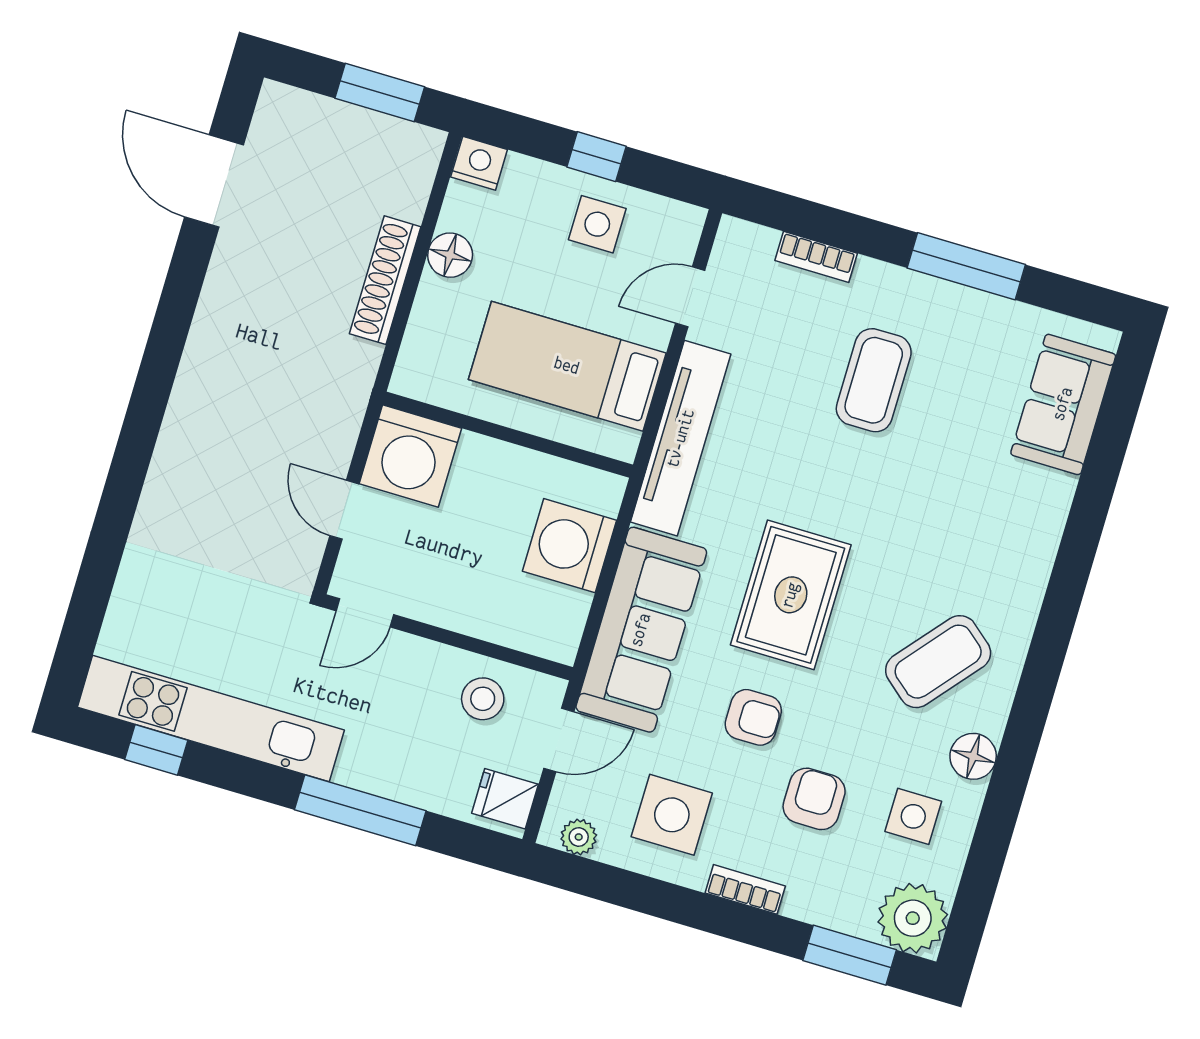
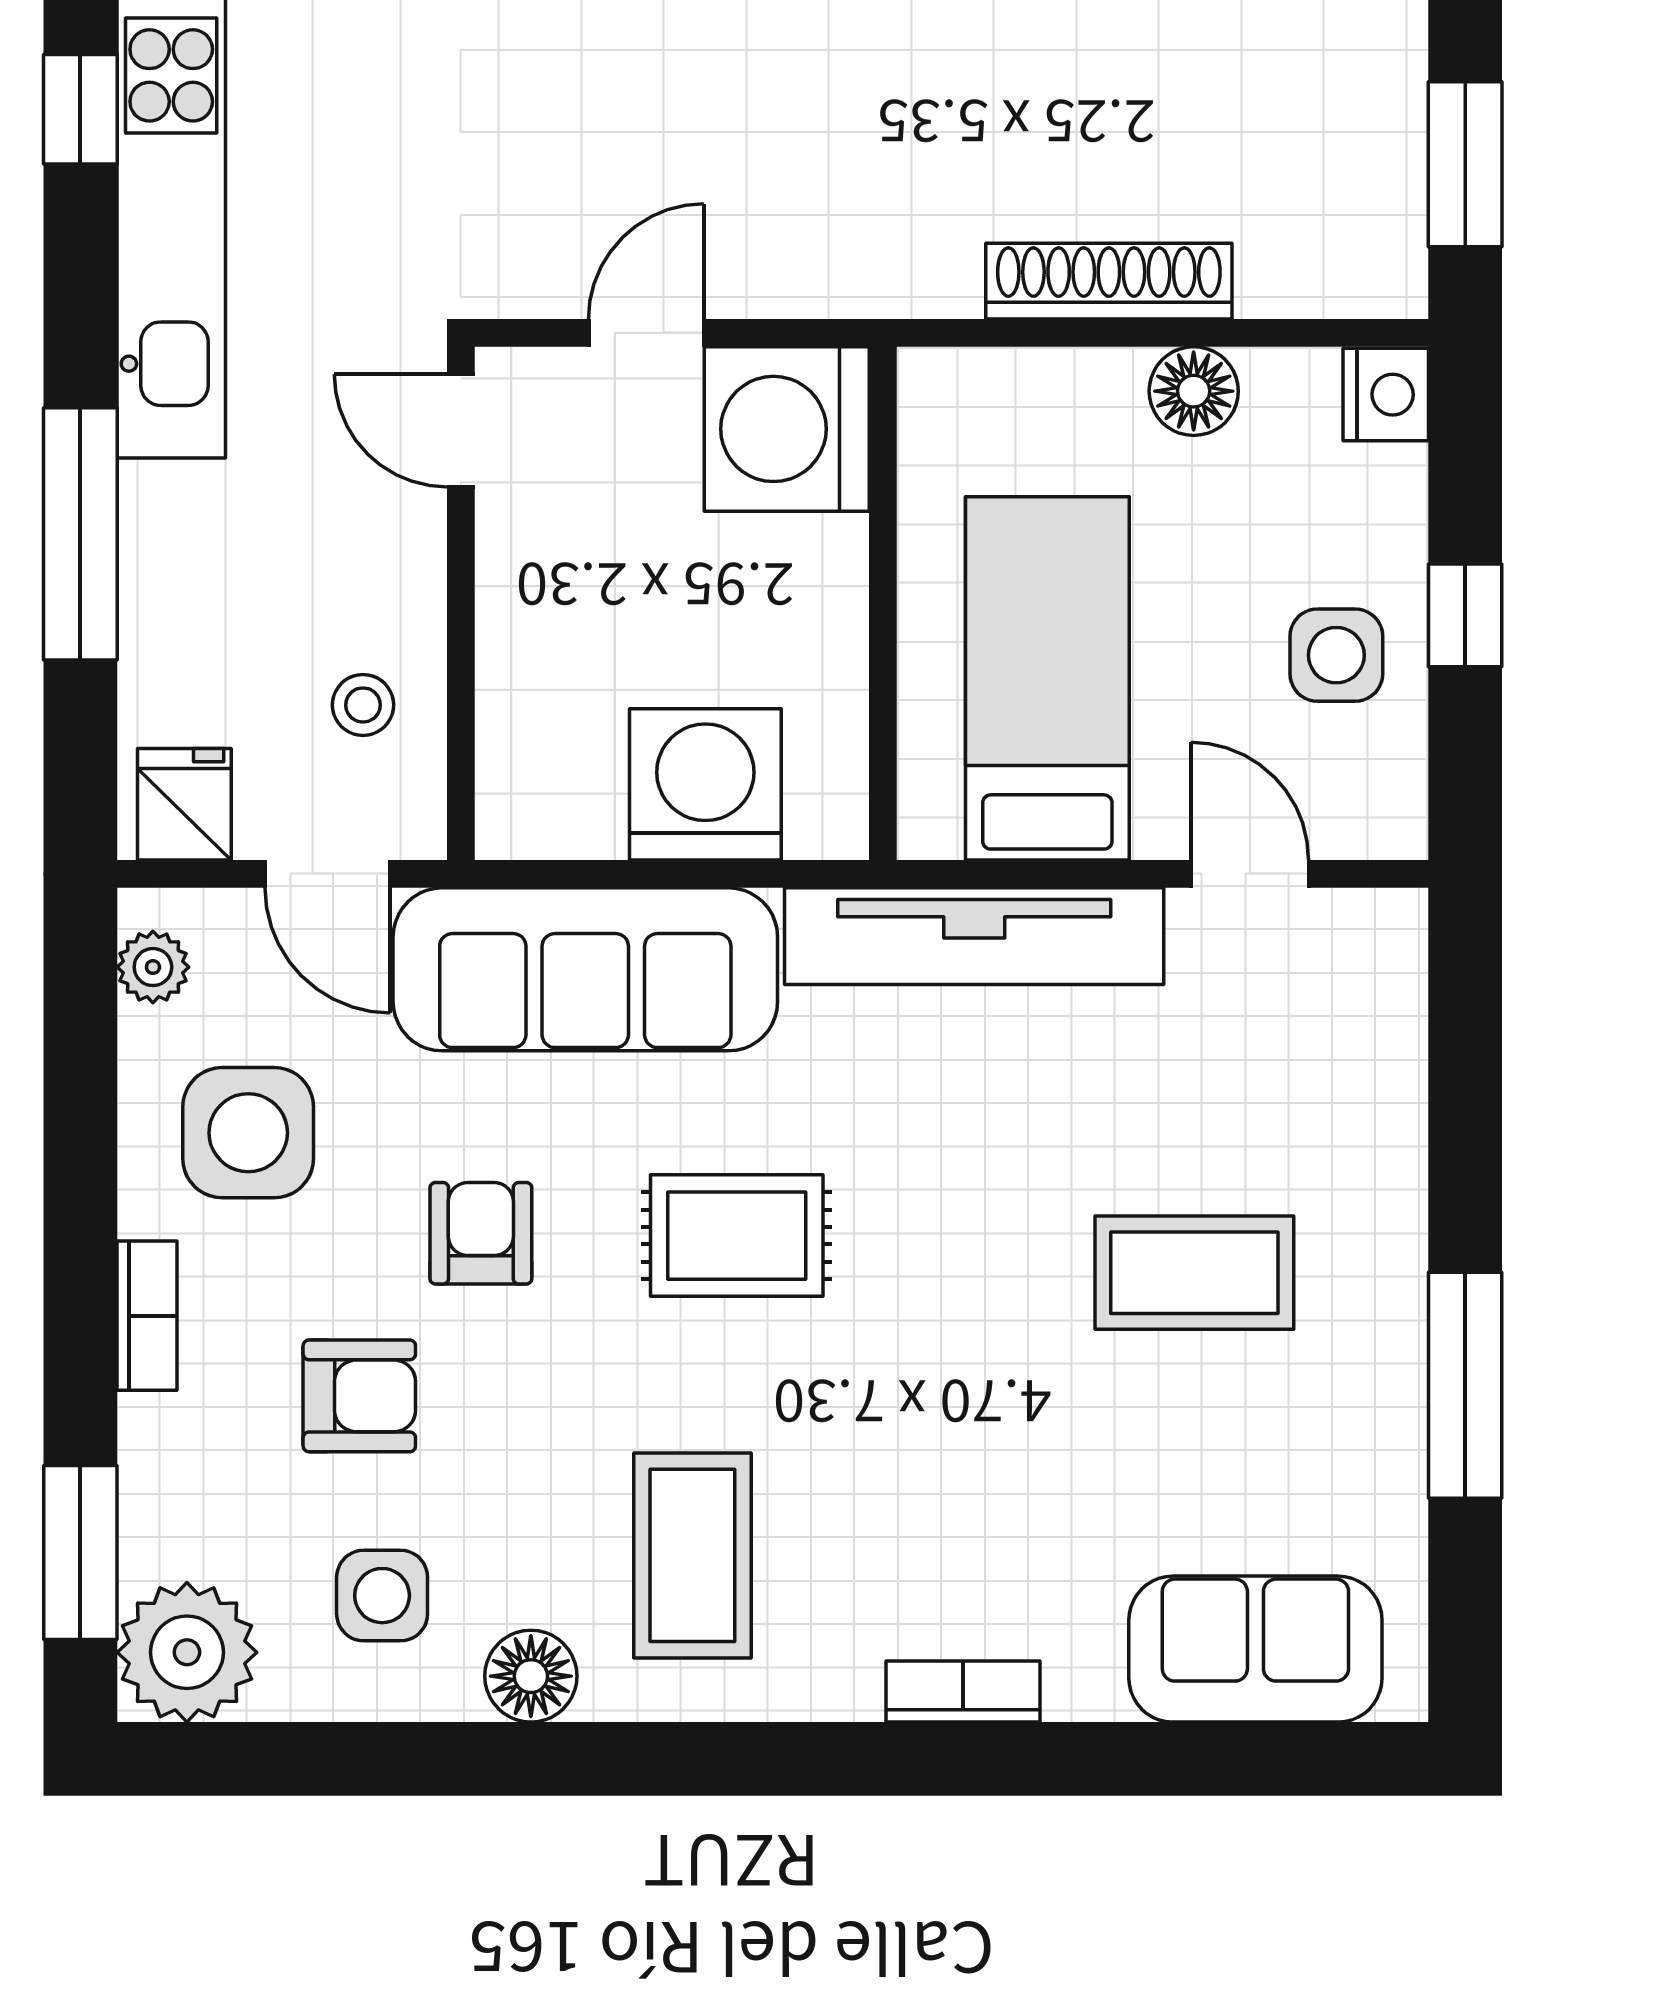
bookcase: (816, 257) -> (963, 1691), moved, turned 90
rug: (791, 595) -> (737, 1236), width x0.73, depth x0.70
coffee table: (938, 662) -> (692, 1555), turned 50
stool: (483, 699) -> (363, 705), width x0.73, depth x0.73
armchair: (753, 717) -> (481, 1233), turned 180

